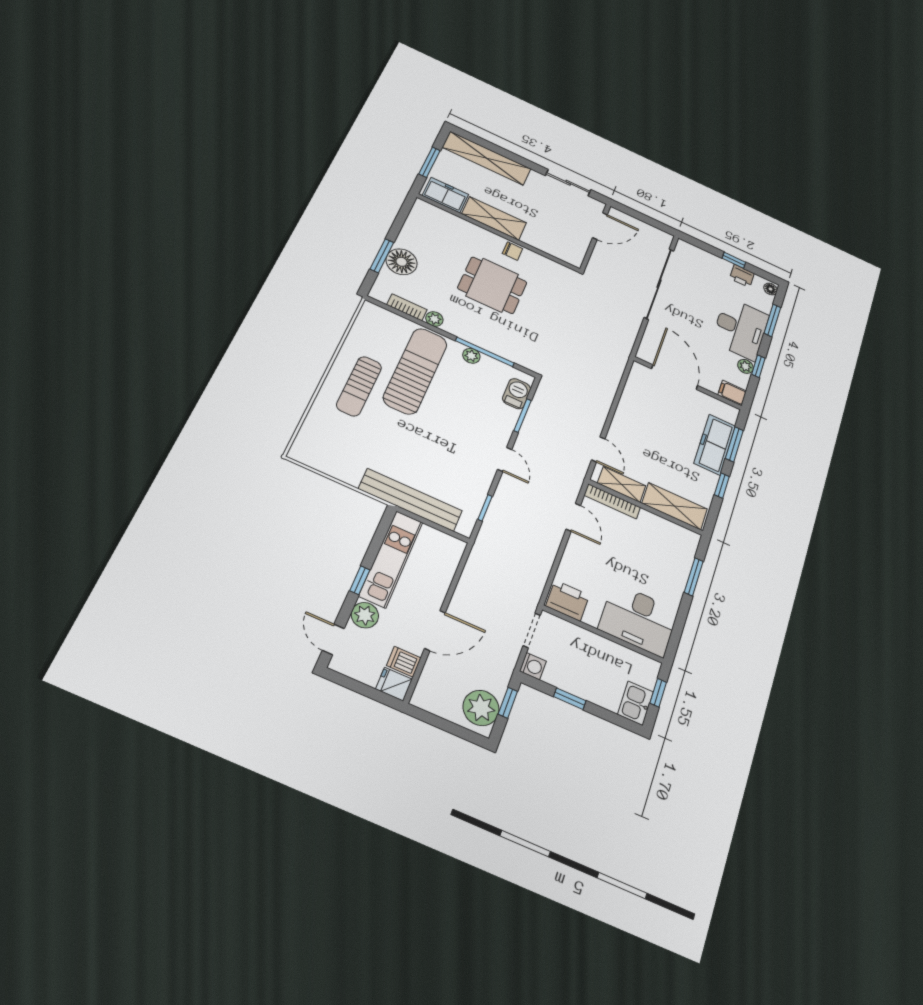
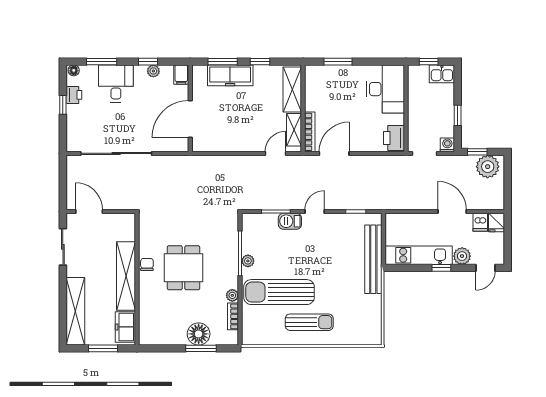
shelving: (494, 218) -> (126, 276), width x1.47
desk: (740, 329) -> (116, 83), width x0.73
barbecue: (517, 394) -> (290, 221), moved
door: (573, 517) -> (334, 153), width x1.38

